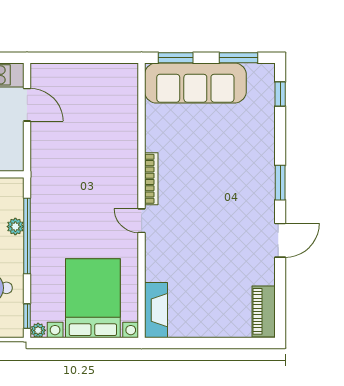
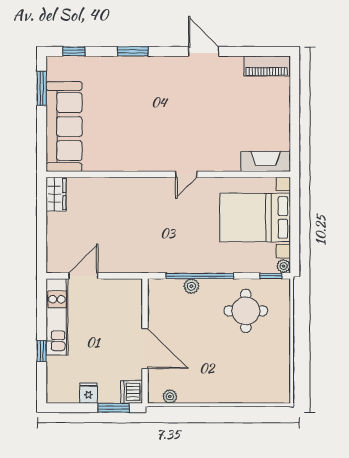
window: (176, 58) -> (42, 144), removed
wardrobe: (119, 74) -> (56, 194), added
bookcase: (151, 179) -> (149, 166), removed
window: (280, 183) -> (133, 51), moved

